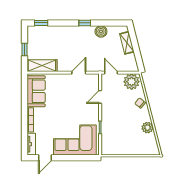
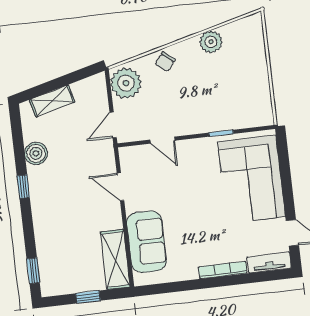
sofa: (36, 91) -> (147, 242), moved, turned 90

